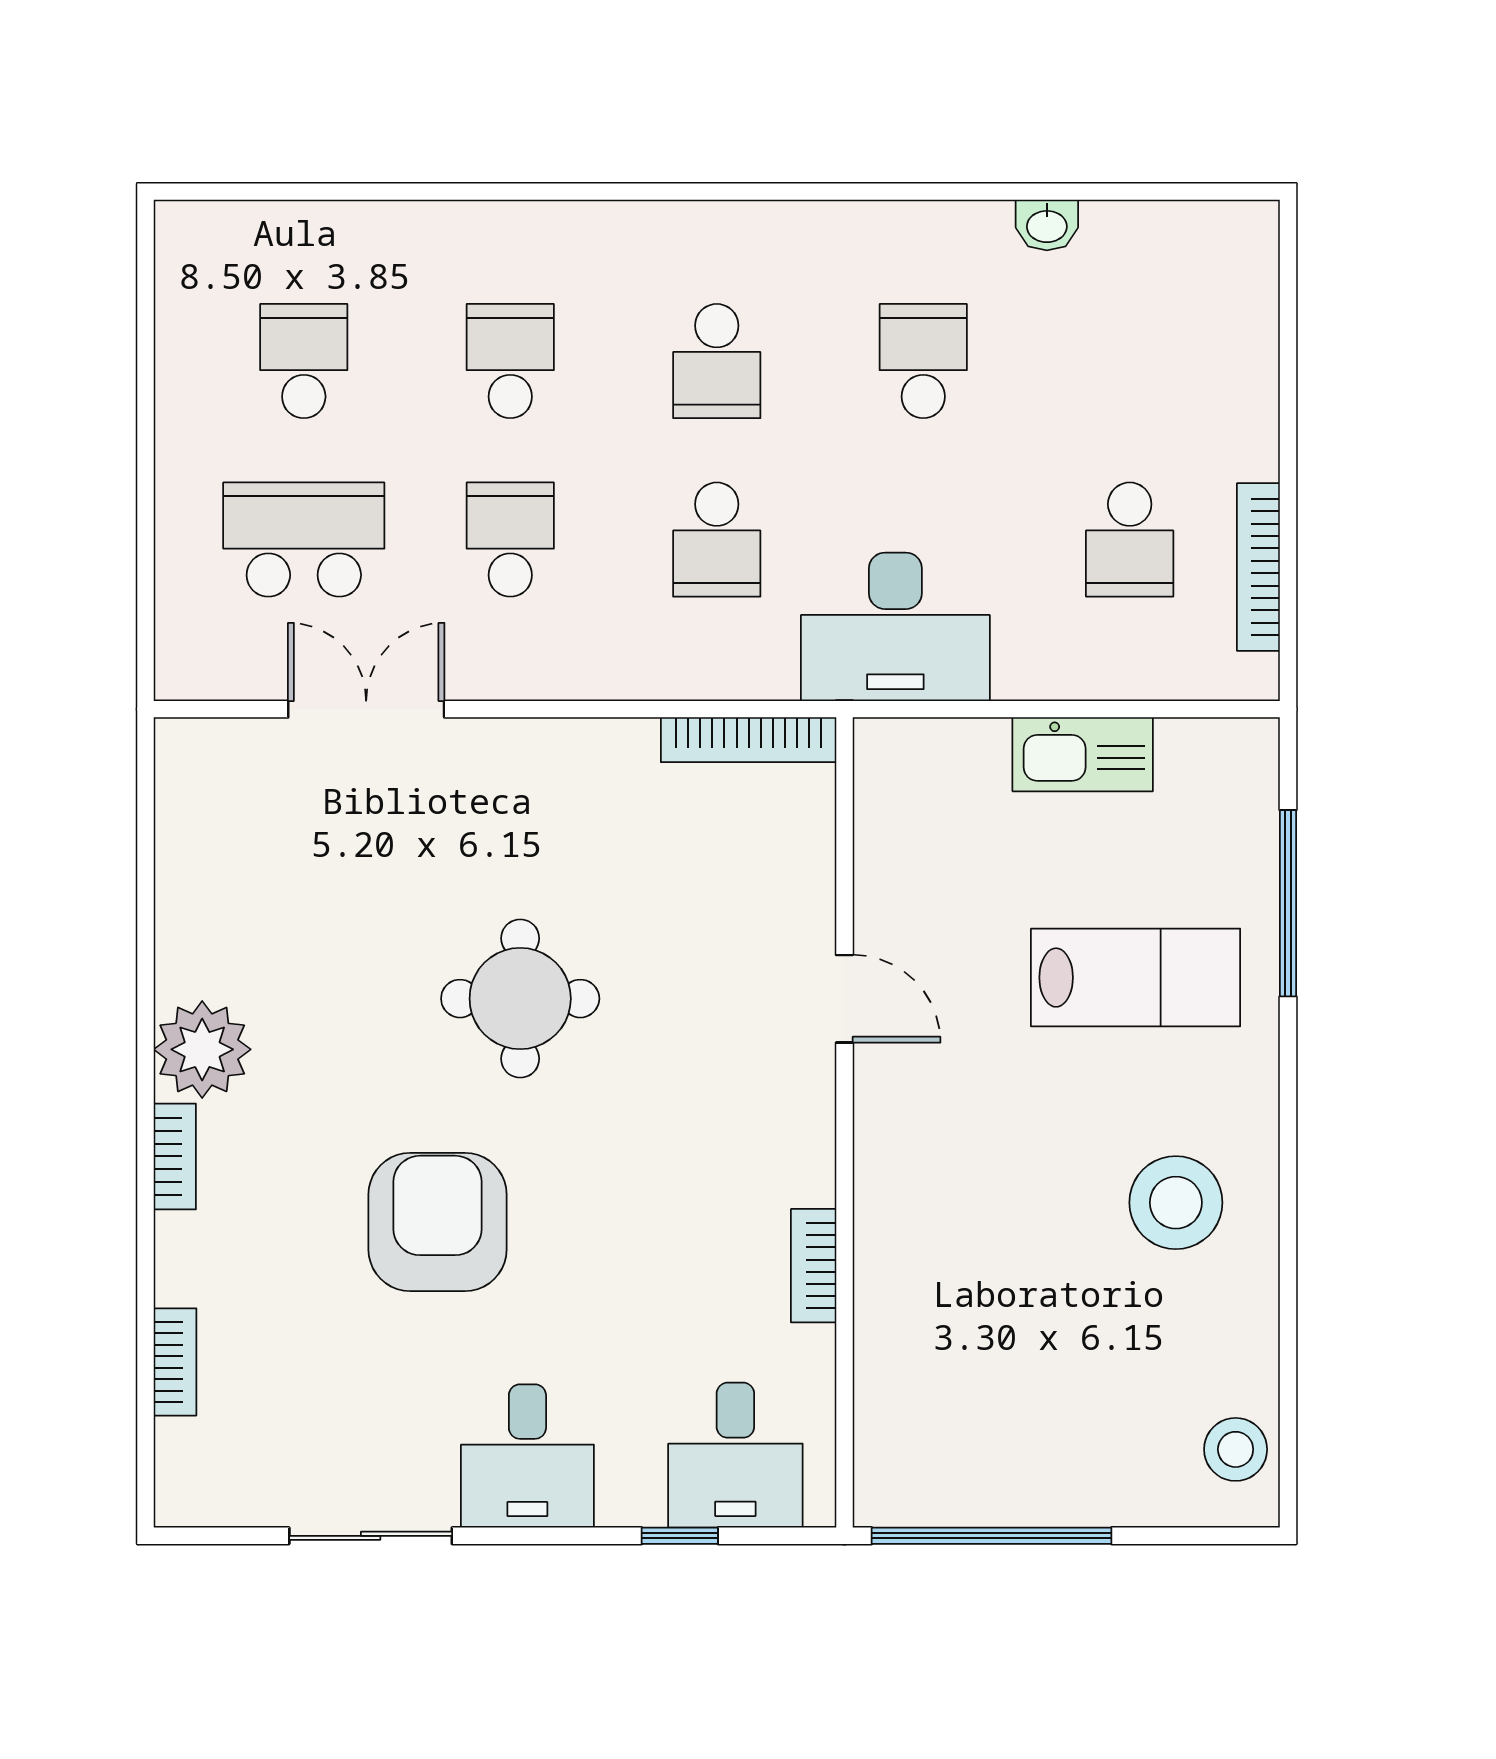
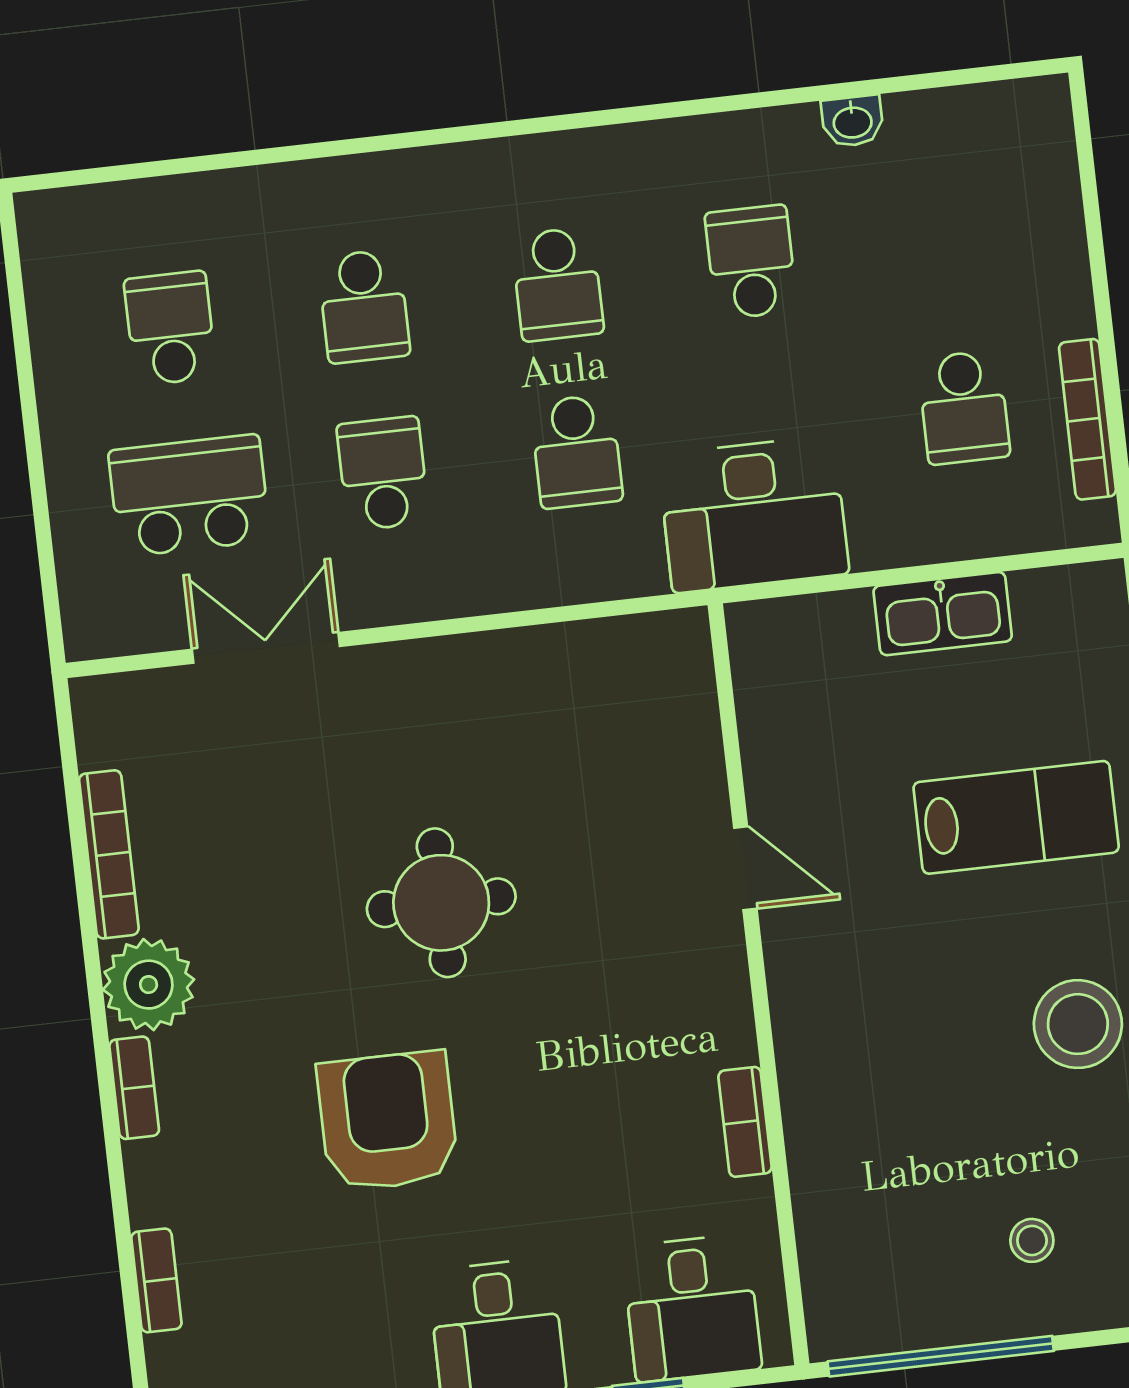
school desk: (510, 361) -> (364, 306), turned 180
bookcase: (749, 740) -> (109, 854), moved, turned -90
stool: (1102, 1425) -> (1032, 1240), added

